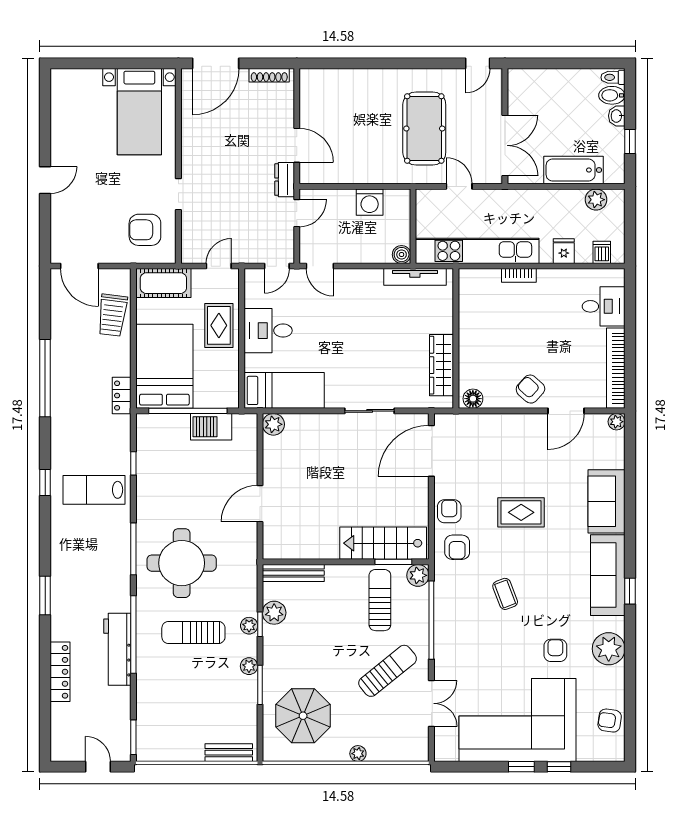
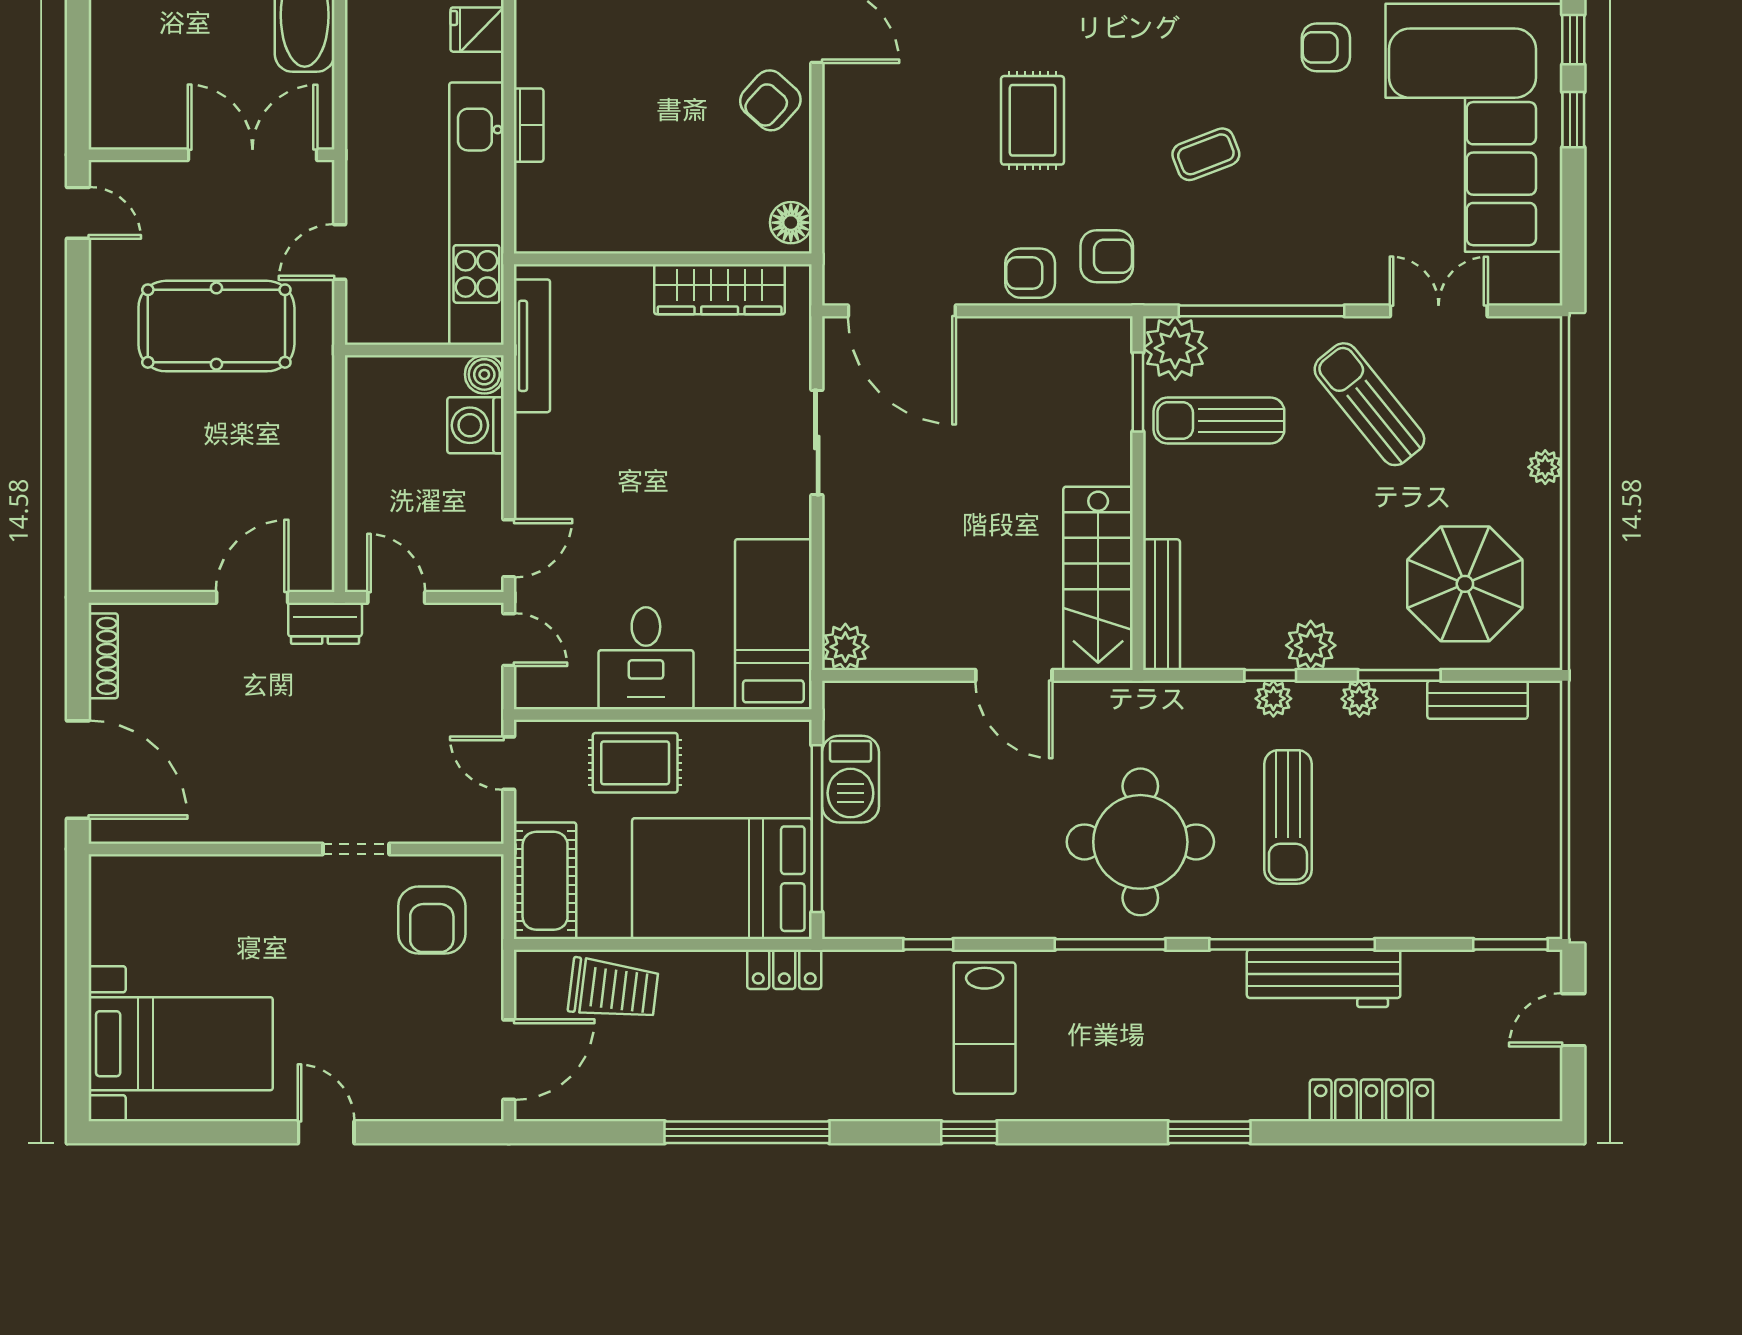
bed with nightstands: (139, 112) -> (181, 1044), moved
washing machine: (370, 202) -> (475, 425), moved, turned 180
stairs: (383, 543) -> (1098, 578), moved
plant: (418, 575) -> (1175, 348), width x1.36, depth x1.36
plant: (274, 613) -> (1311, 645), moved
bench: (229, 753) -> (1477, 700), moved, turned 90

